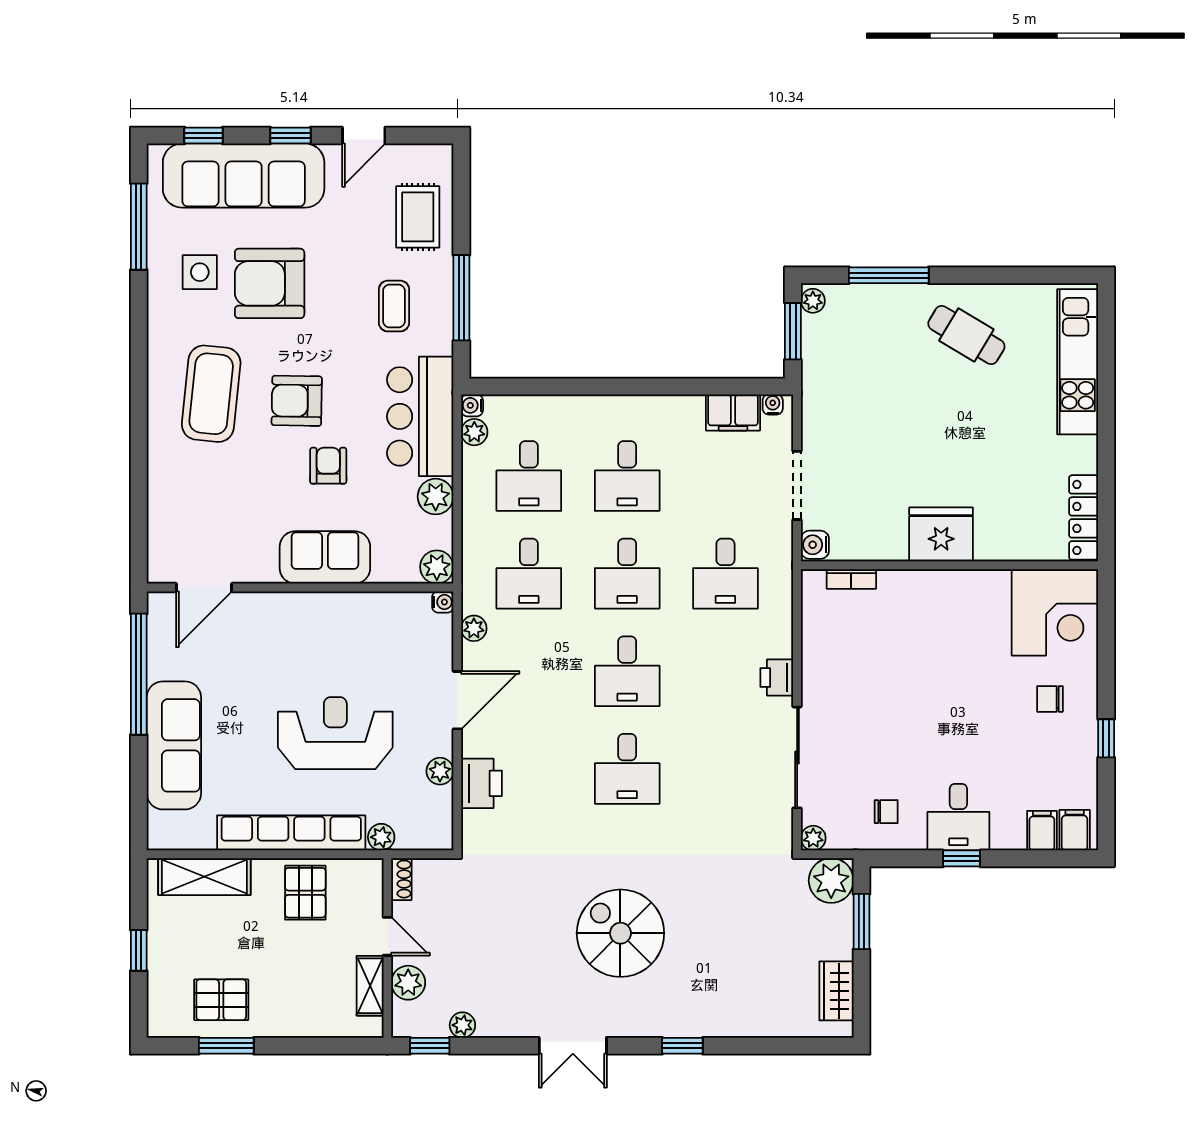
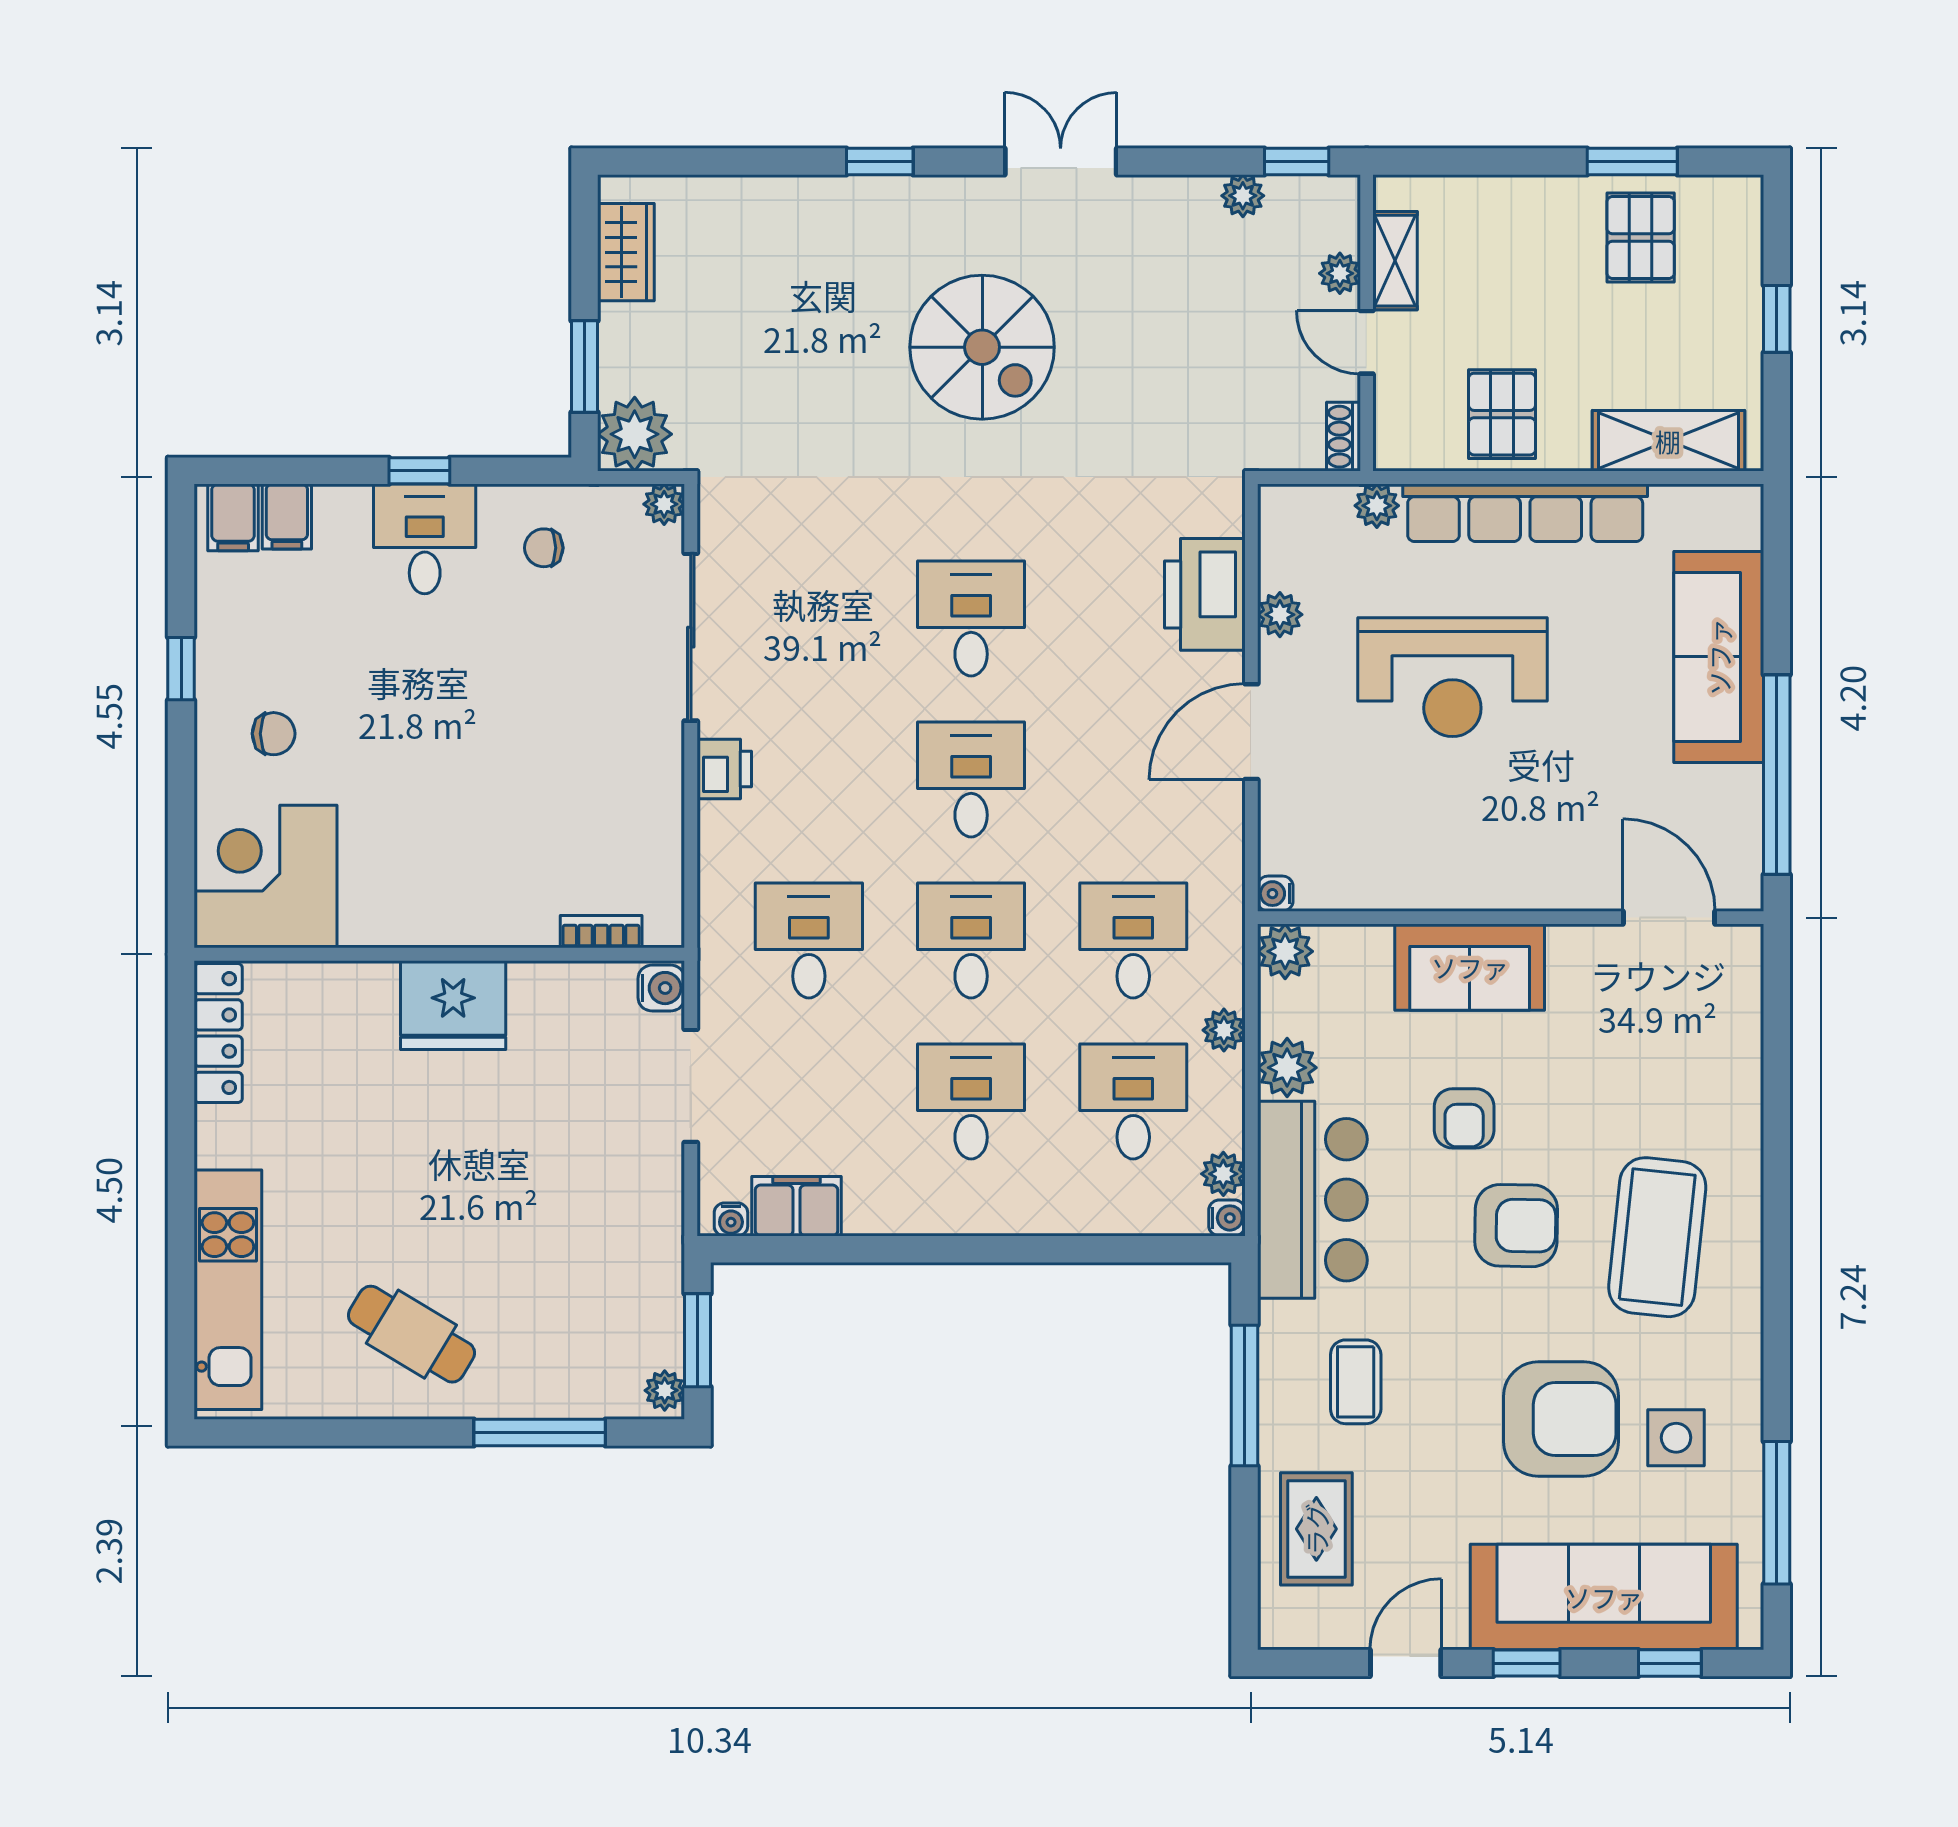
door: (204, 587) -> (1669, 918), hinge flipped
plant: (474, 628) -> (1224, 1030), moved
printer: (481, 783) -> (1205, 594), width x1.37, depth x1.19
plant: (408, 983) -> (1340, 273), width x0.73, depth x0.73
pallet: (221, 1000) -> (1641, 237), turned 90

